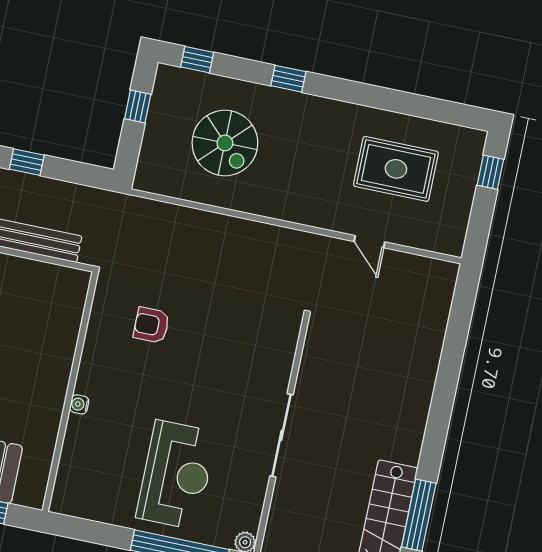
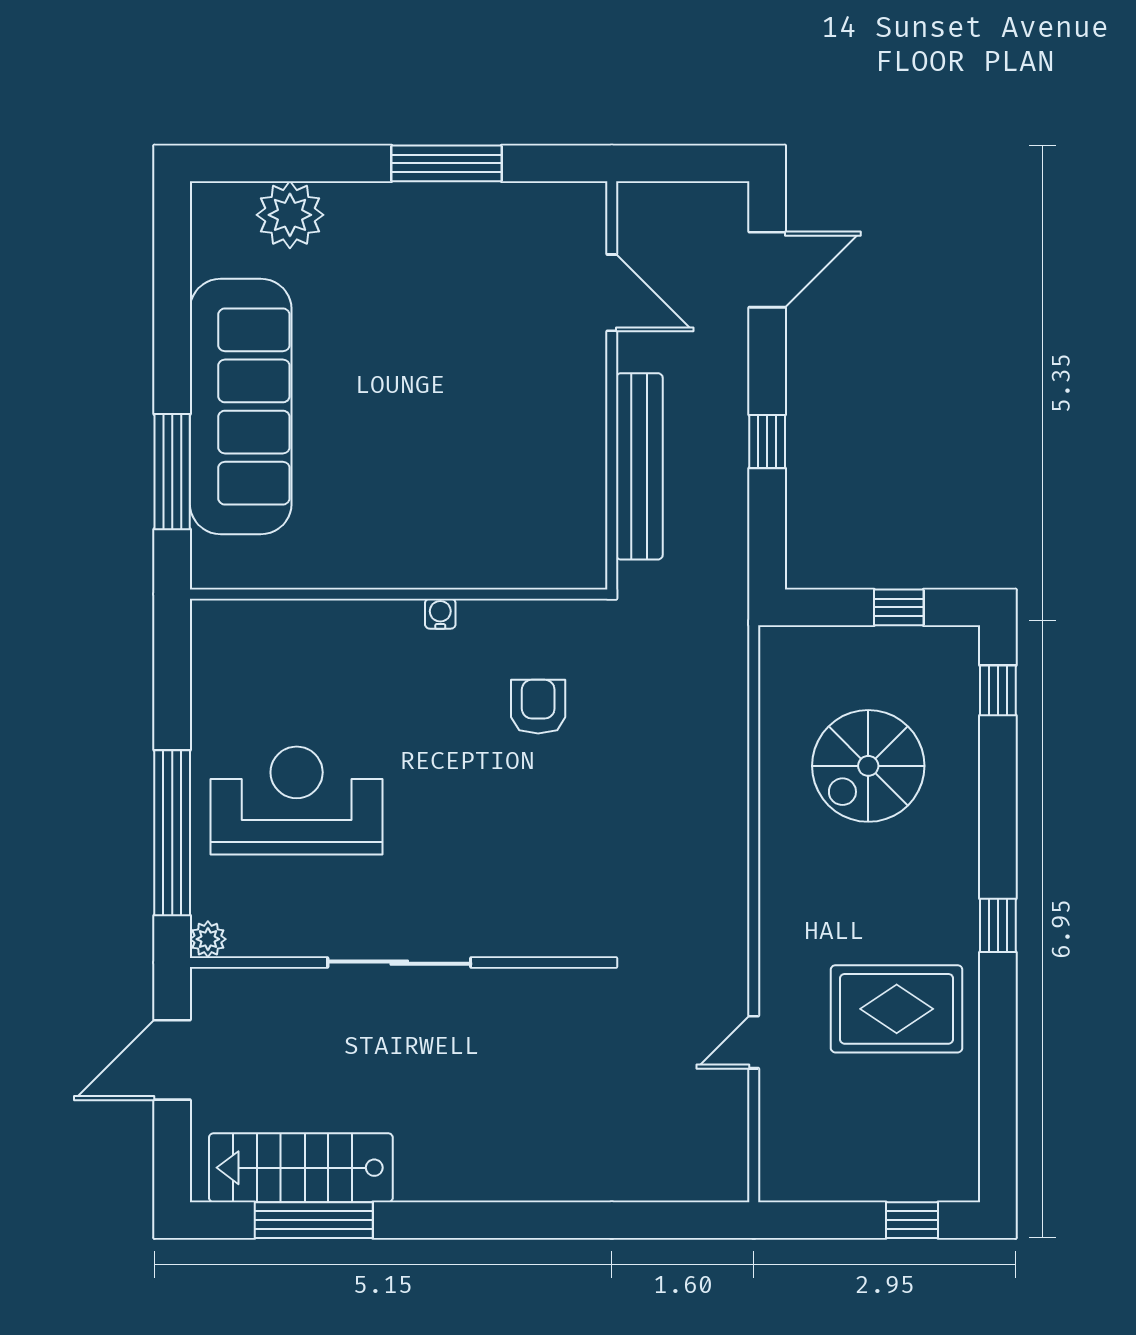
window: (288, 79) -> (998, 925), moved
rug: (396, 169) -> (897, 1009), moved, turned 90
water cooler: (79, 404) -> (440, 614), moved
reception desk: (176, 475) -> (297, 801), turned 180

